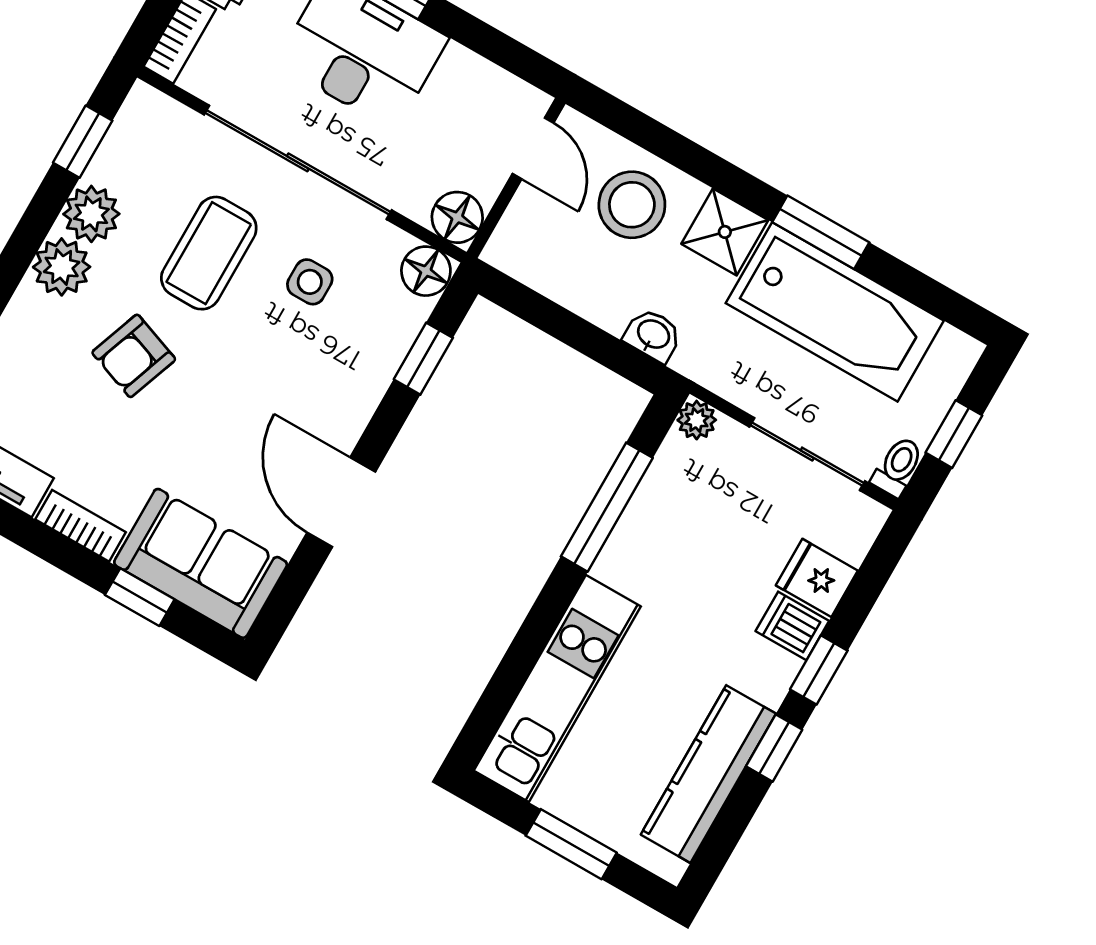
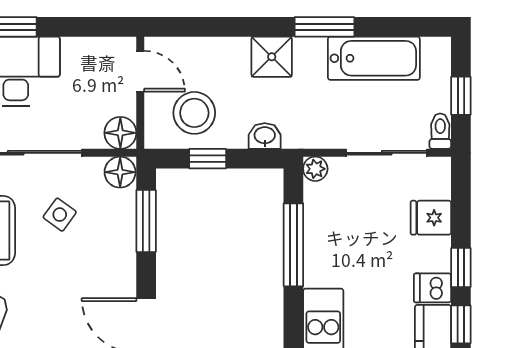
stool: (632, 205) -> (194, 113), moved
side table: (310, 282) -> (60, 215), turned 36
bathtub: (835, 312) -> (374, 58), width x0.73, depth x0.73
window: (557, 321) -> (208, 159), added
window: (423, 359) -> (146, 221), width x1.50
dishwasher: (792, 626) -> (433, 288), moved

